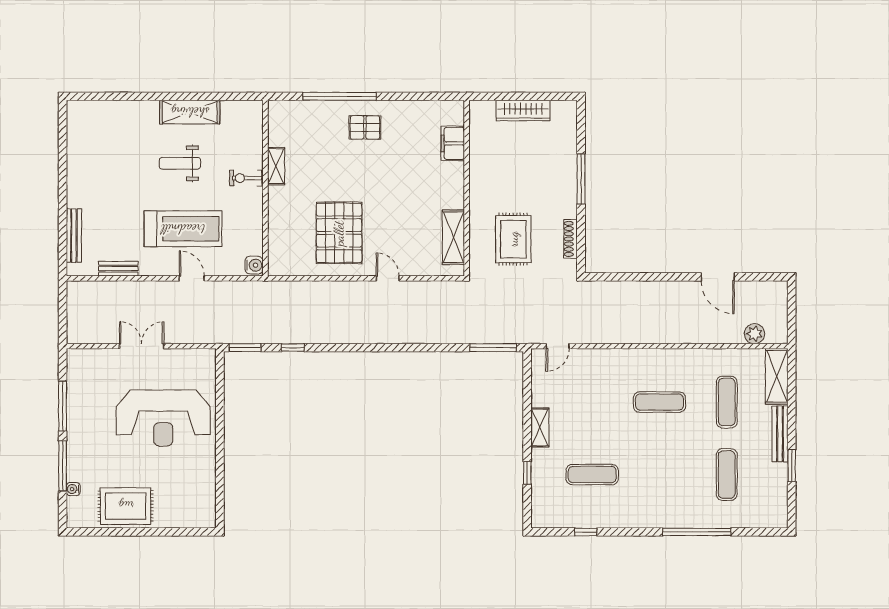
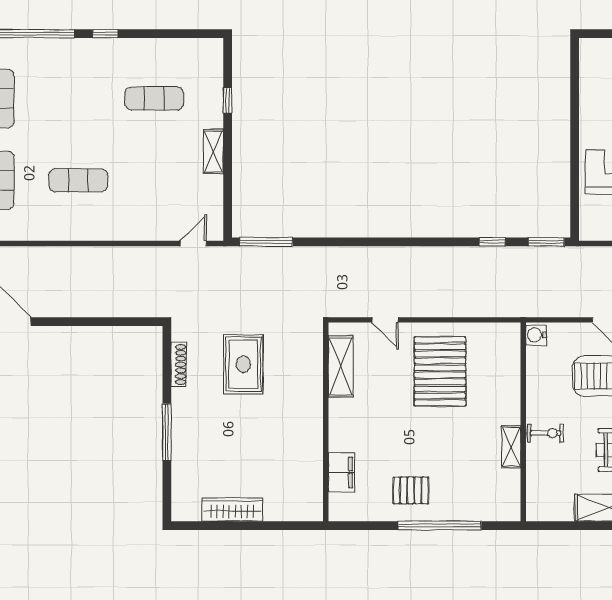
filing cabinet: (453, 143) -> (341, 472), moved
wall: (467, 188) -> (326, 422), moved
shelving: (453, 237) -> (341, 366), moved
window: (586, 532) -> (105, 34), moved

